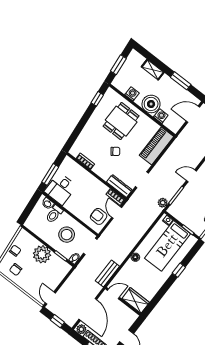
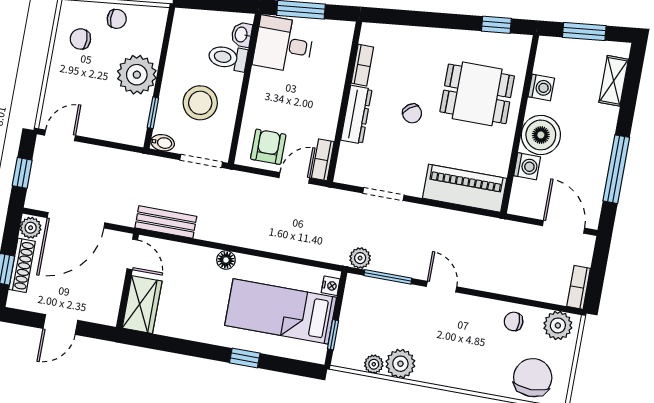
shelving: (153, 70) -> (614, 81), moved
window: (181, 81) -> (616, 169), width x1.44
dresser: (119, 186) -> (356, 115), moved

